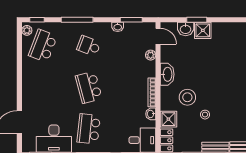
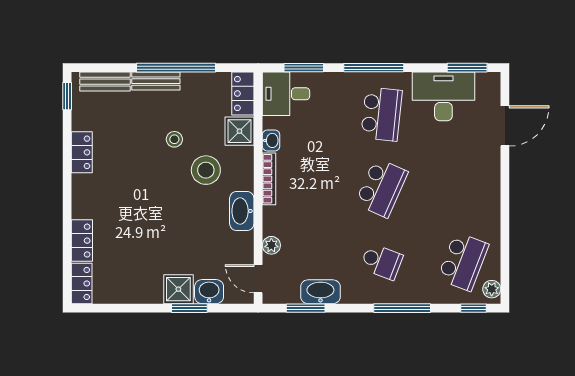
washbasin: (118, 27) -> (320, 292), width x1.91, depth x1.45
school desk: (89, 87) -> (382, 188), turned 39

